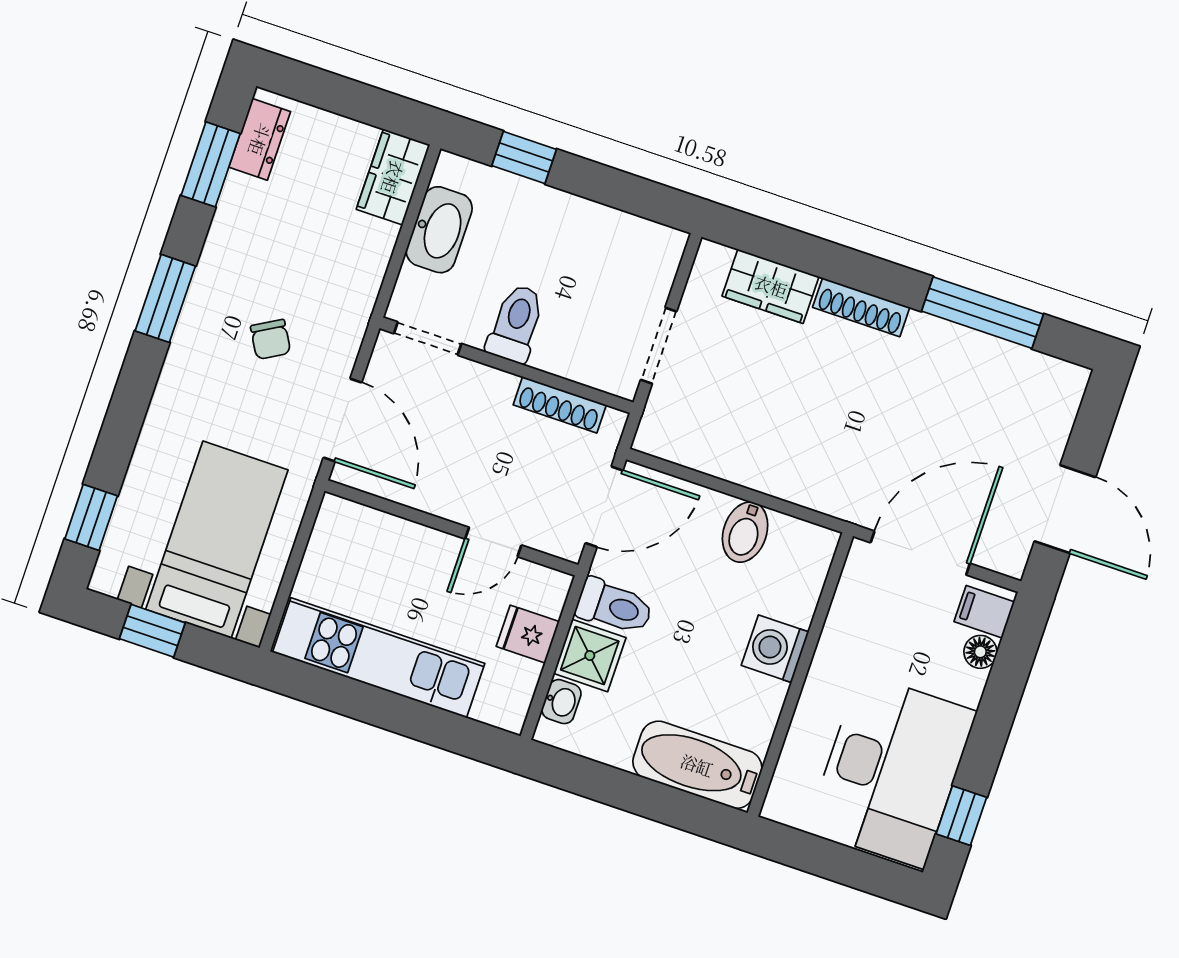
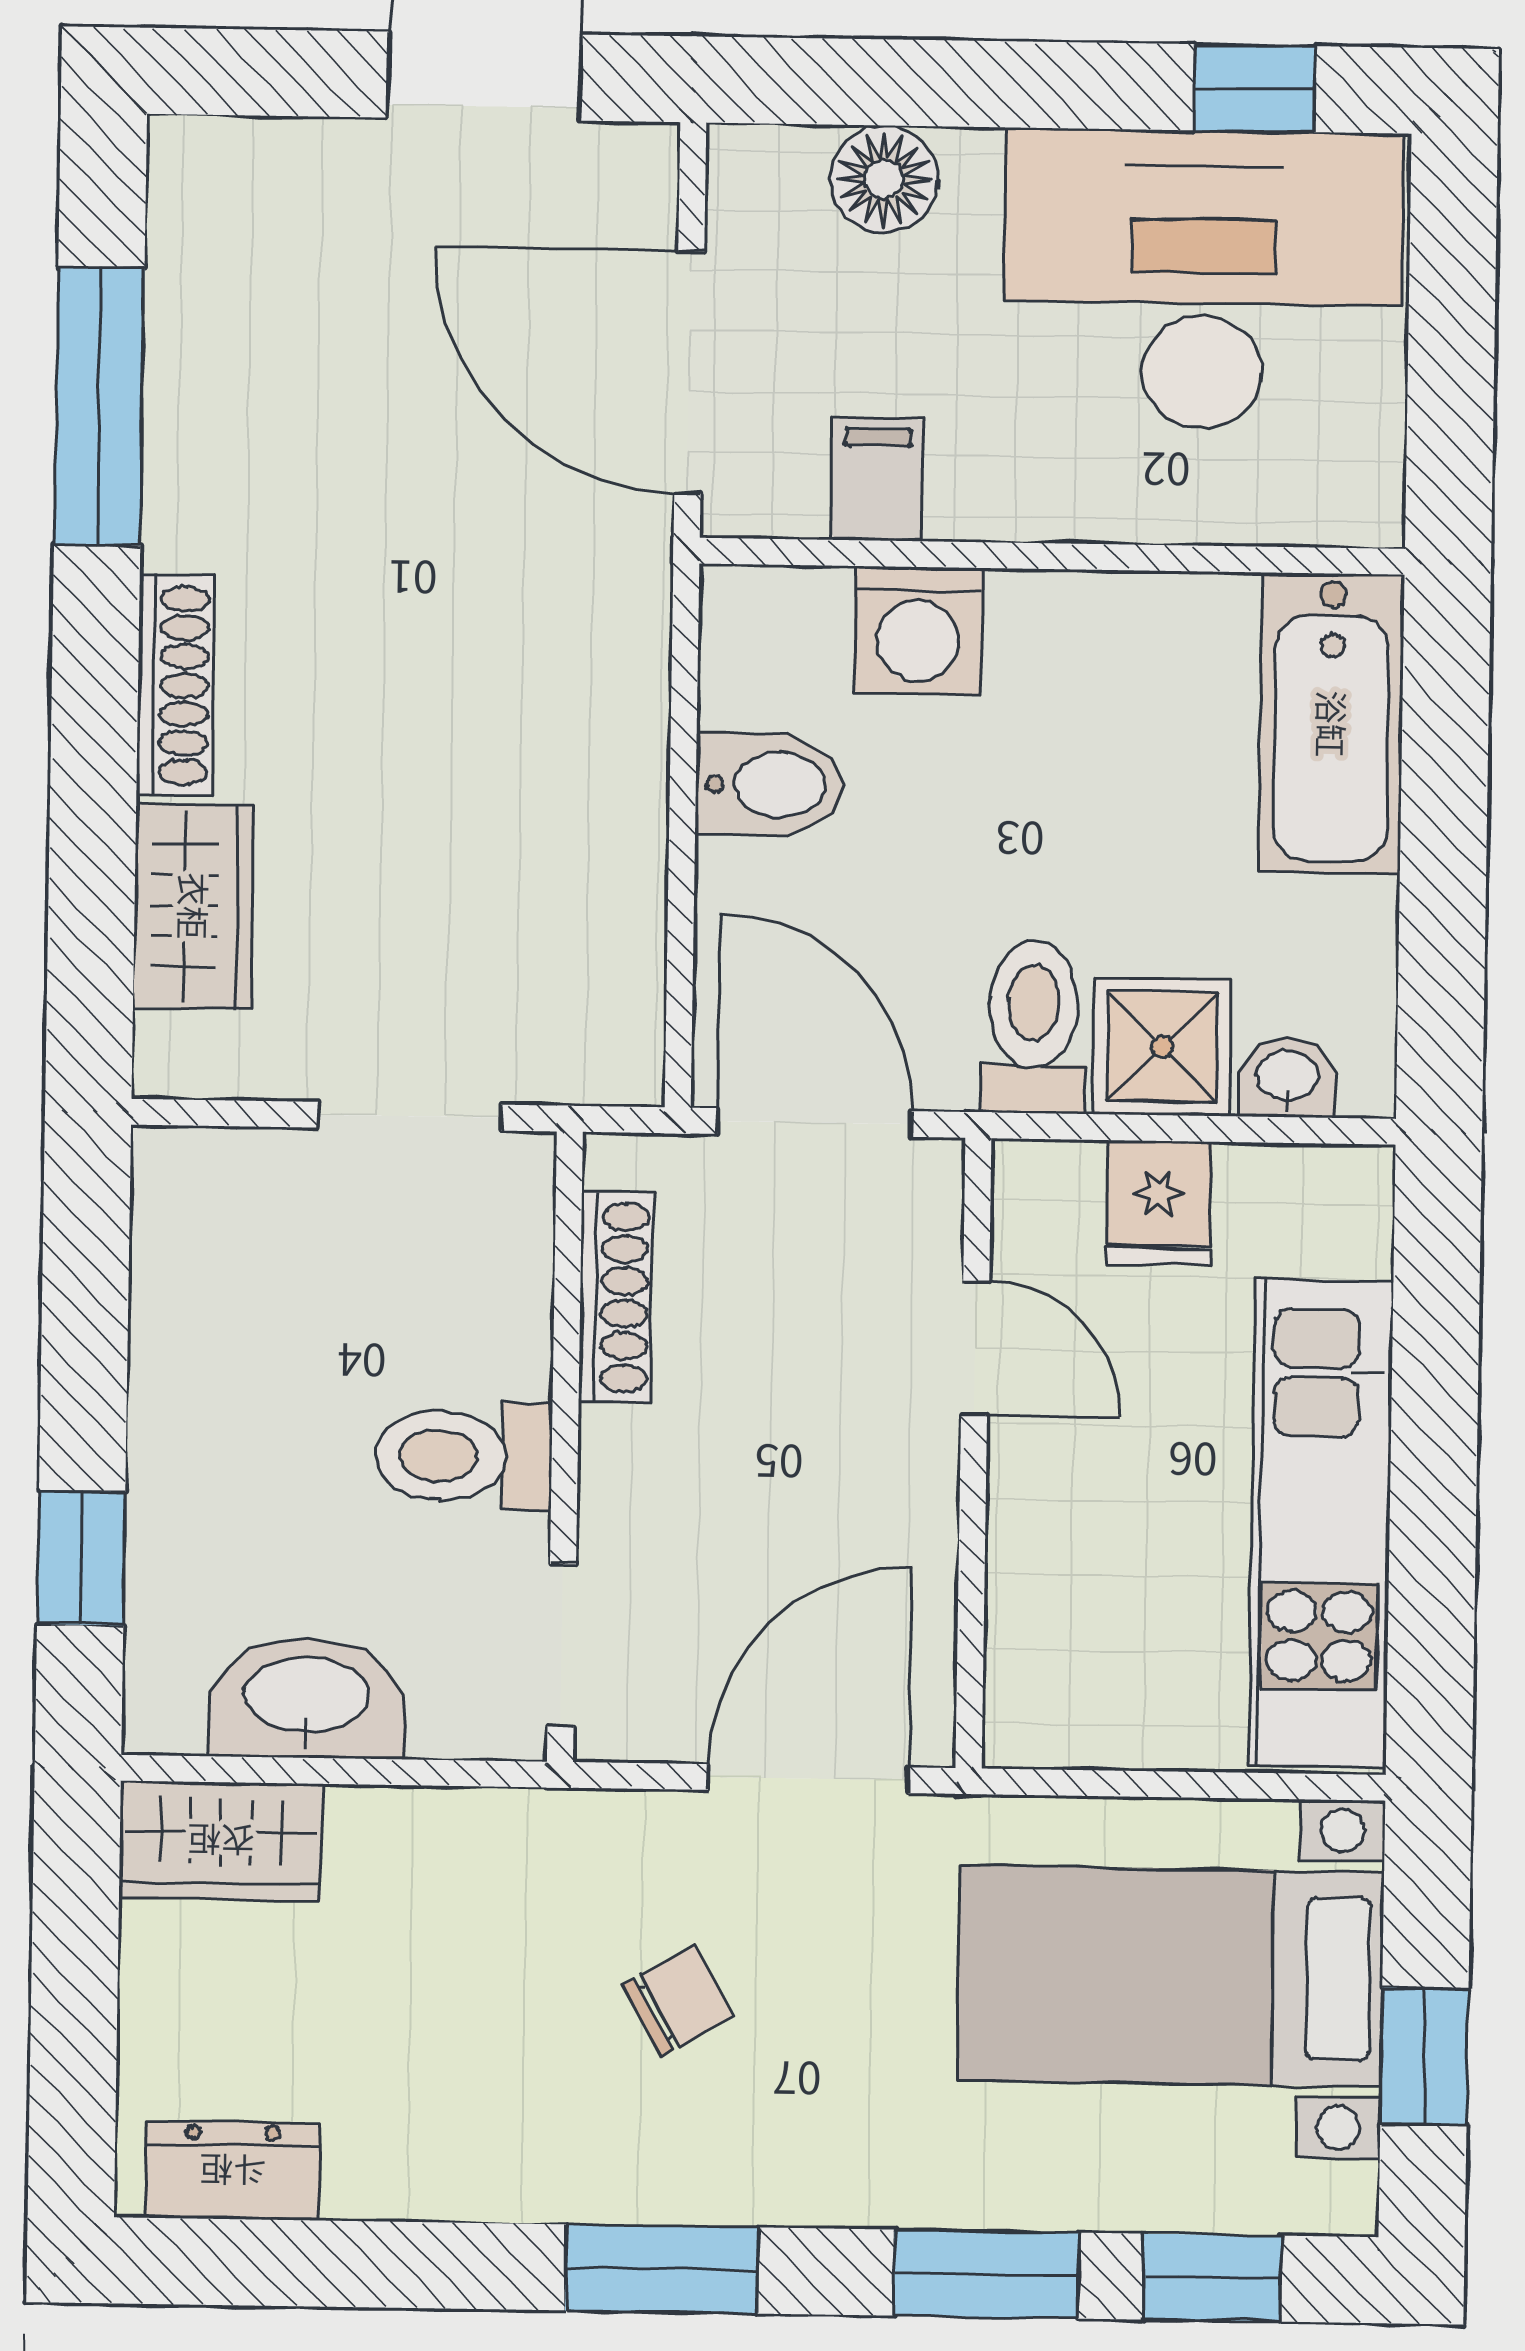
window: (211, 164) -> (986, 2274), moved
filing cabinet: (984, 612) -> (877, 480), moved, turned 180
washing machine: (775, 649) -> (918, 631), moved
floor lamp: (980, 652) -> (884, 179), width x1.37, depth x1.37

